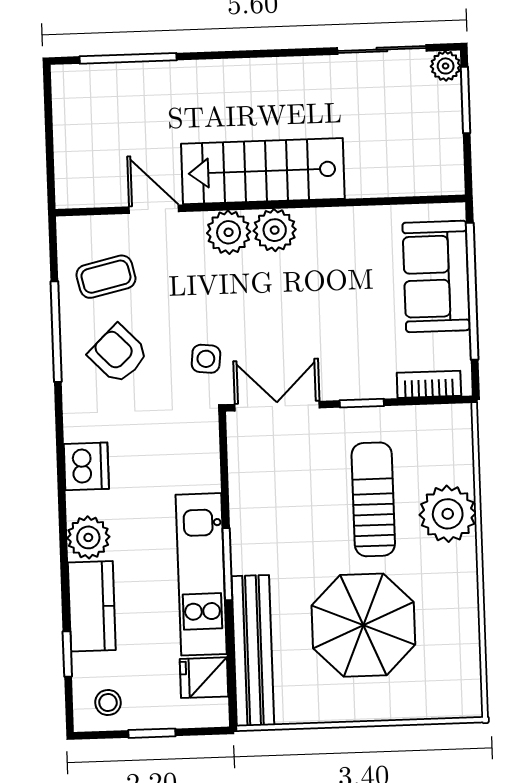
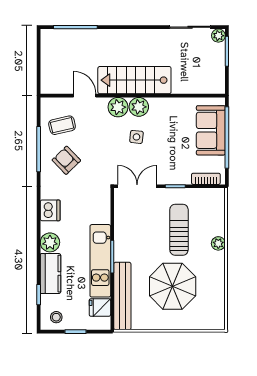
side table: (206, 359) -> (136, 137), moved
plant: (448, 514) -> (218, 243), width x0.53, depth x0.53

